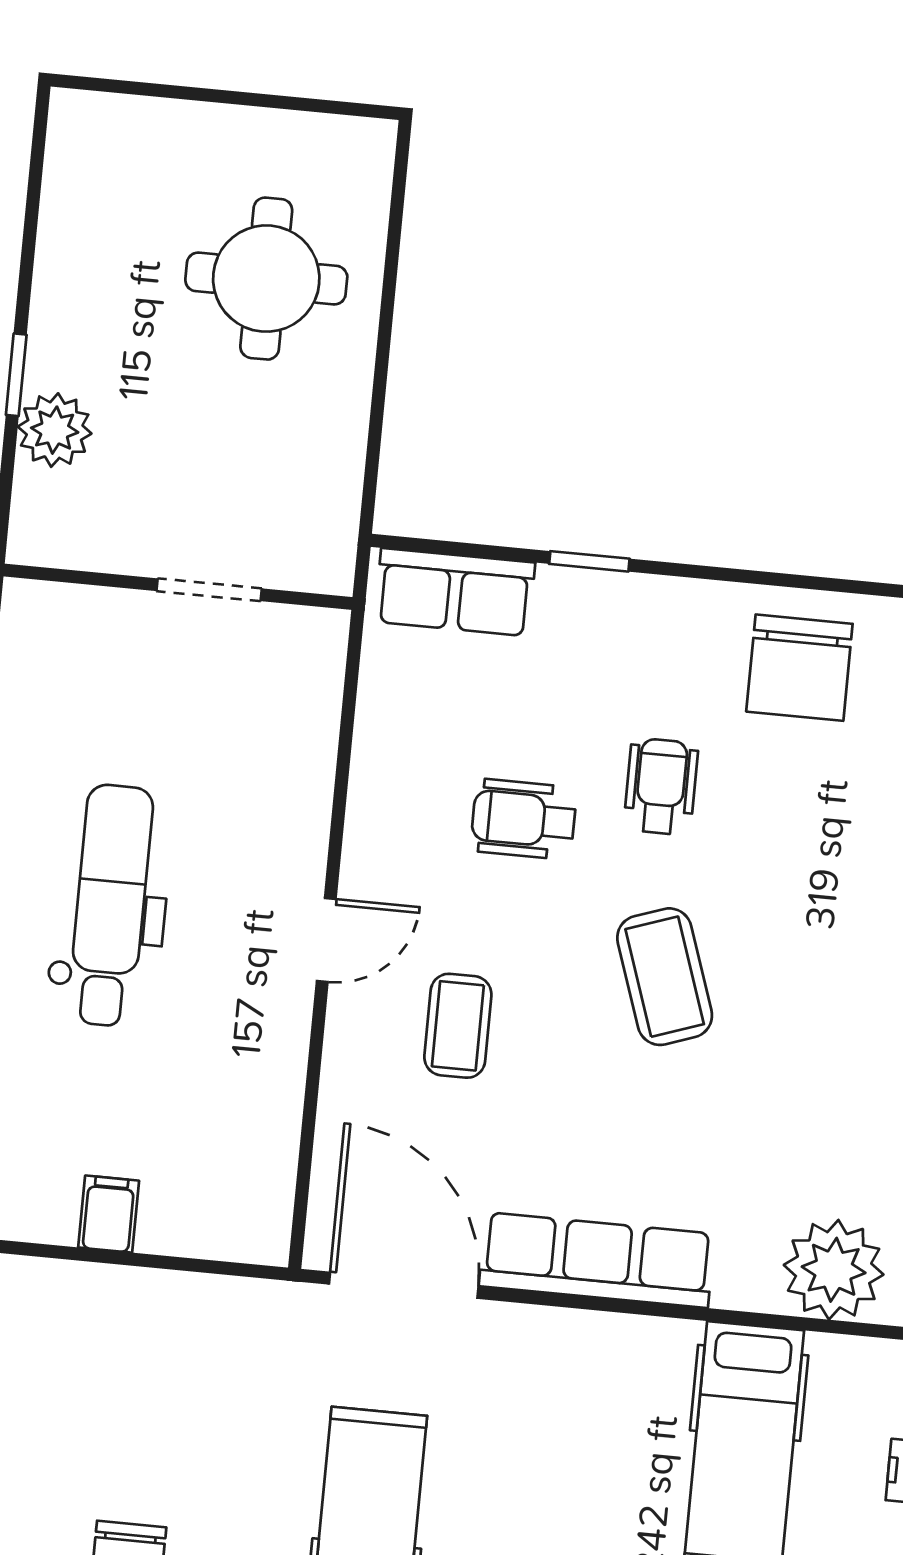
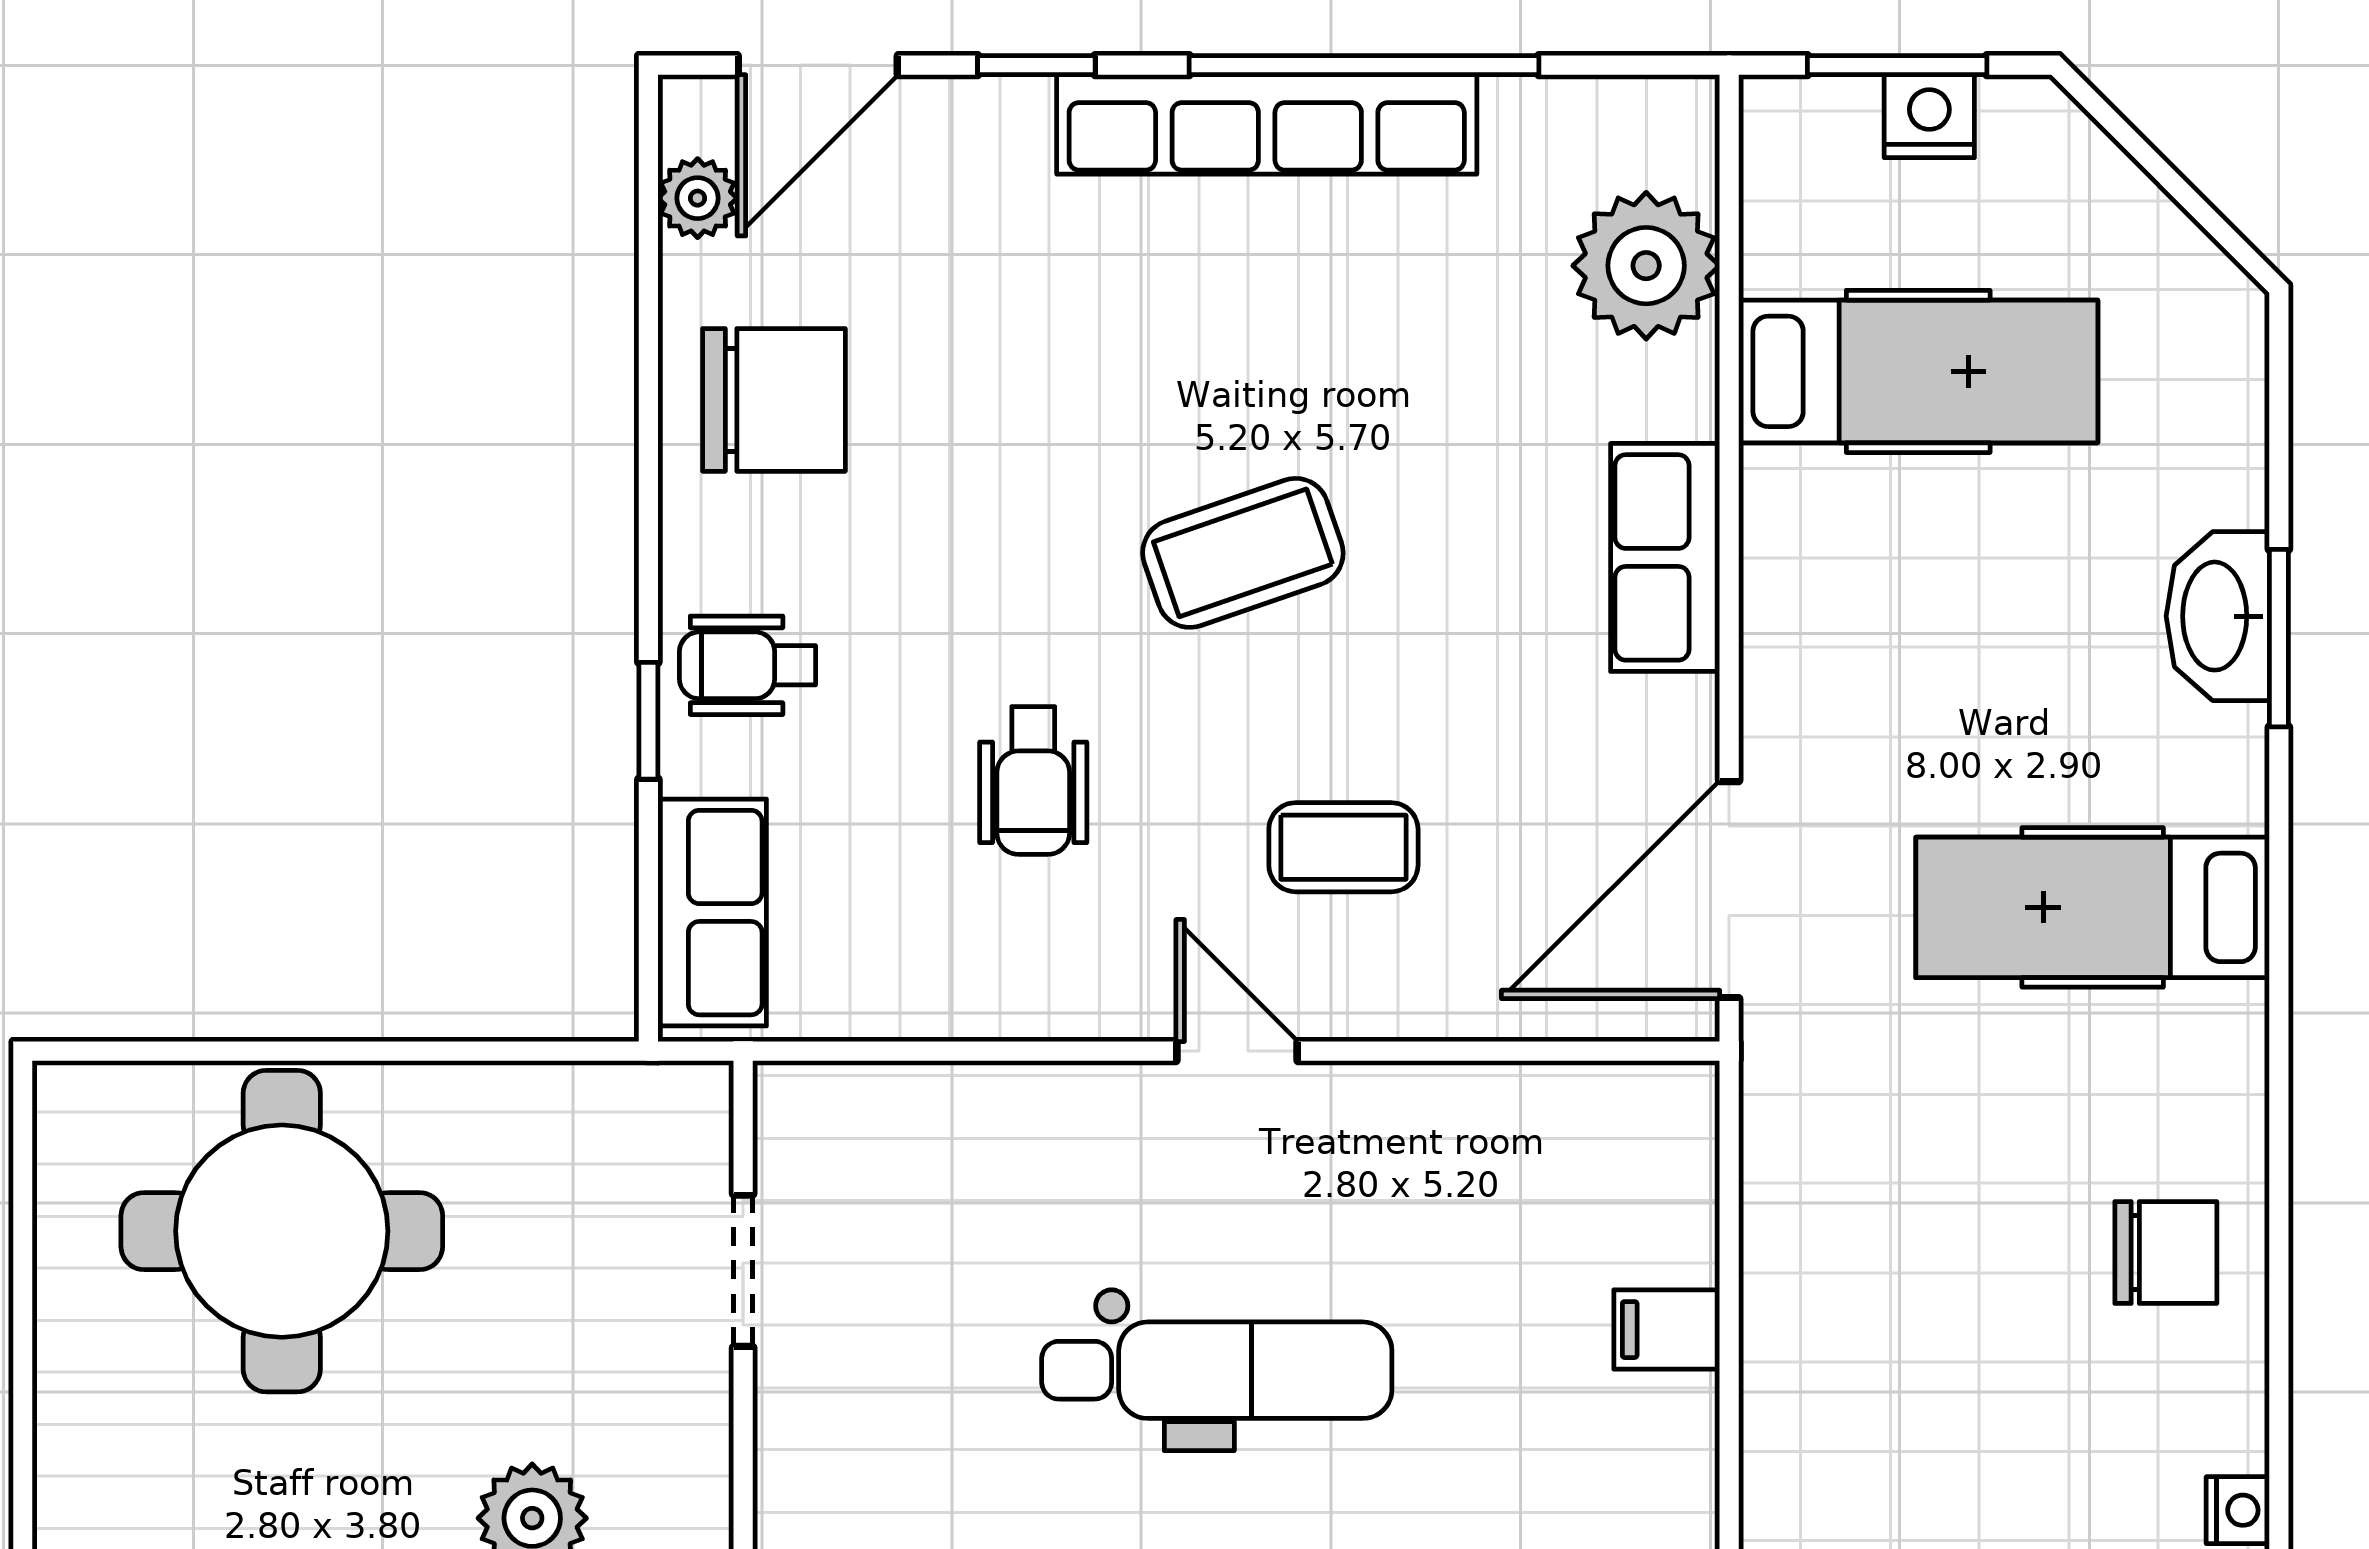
round table: (266, 279) -> (282, 1231), width x1.36, depth x1.36
wheelchair: (661, 786) -> (747, 665), moved
dental chair: (110, 905) -> (1217, 1370), turned 180
row of seats: (597, 1260) -> (1665, 557), width x0.68

